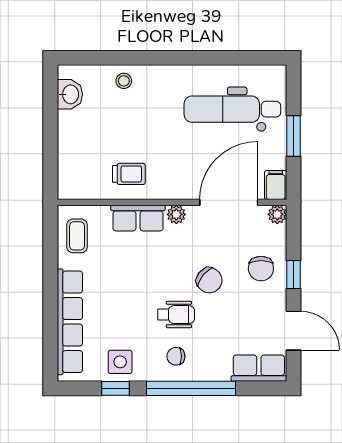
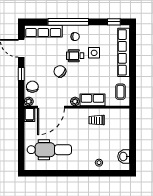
window: (294, 136) -> (21, 137), removed
chair: (261, 269) -> (32, 87), moved
side table: (120, 362) -> (94, 53), moved
row of seats: (259, 368) -> (43, 31), width x1.48
window: (115, 388) -> (114, 22), moved

